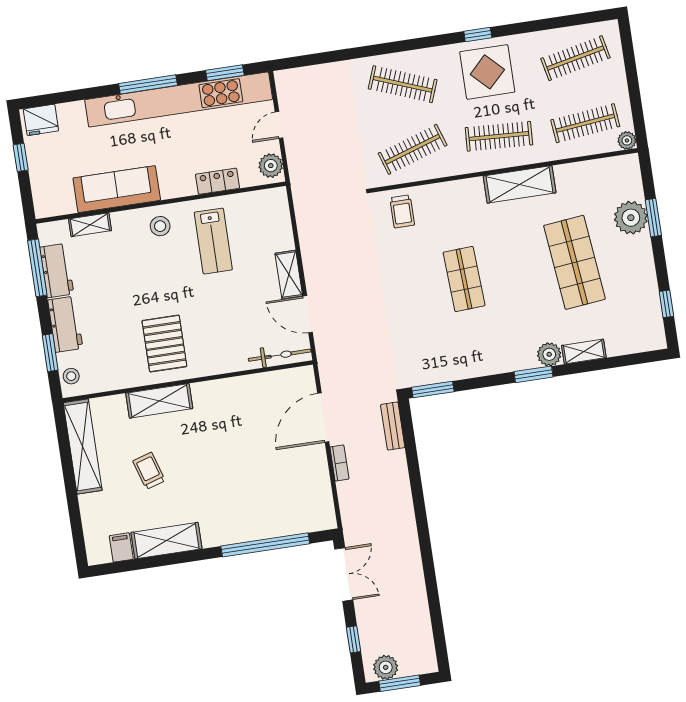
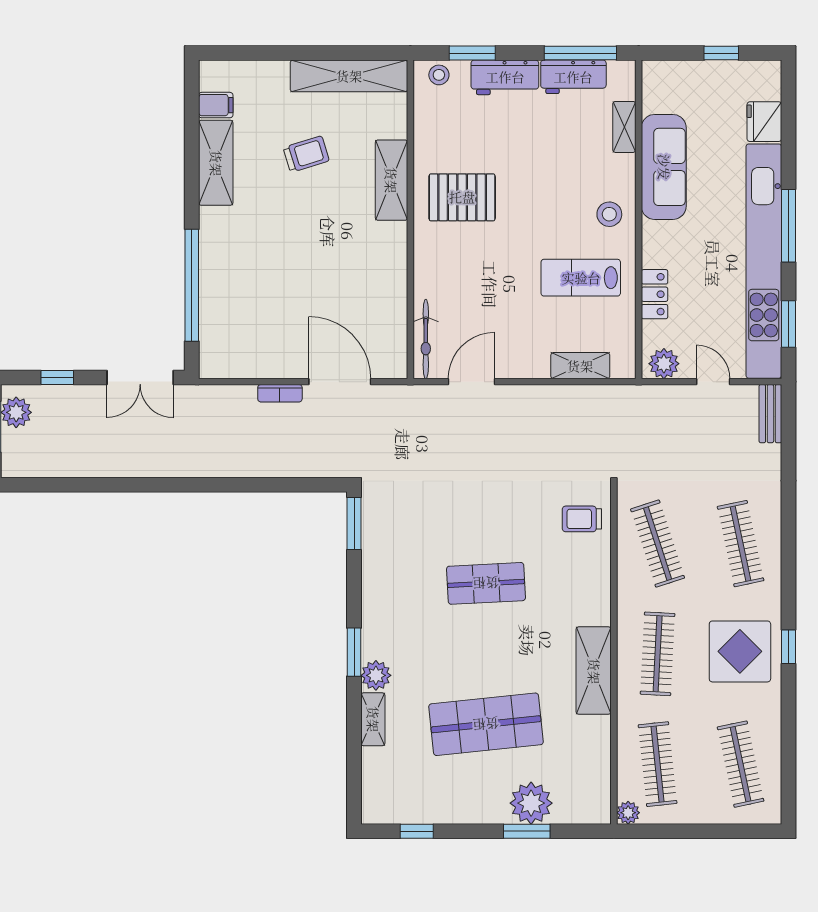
clothes rail: (403, 84) -> (741, 544), turned -33
fridge: (41, 120) -> (764, 122), moved
shelving: (289, 275) -> (580, 366), moved
bench: (393, 426) -> (770, 414), moved, turned 90

